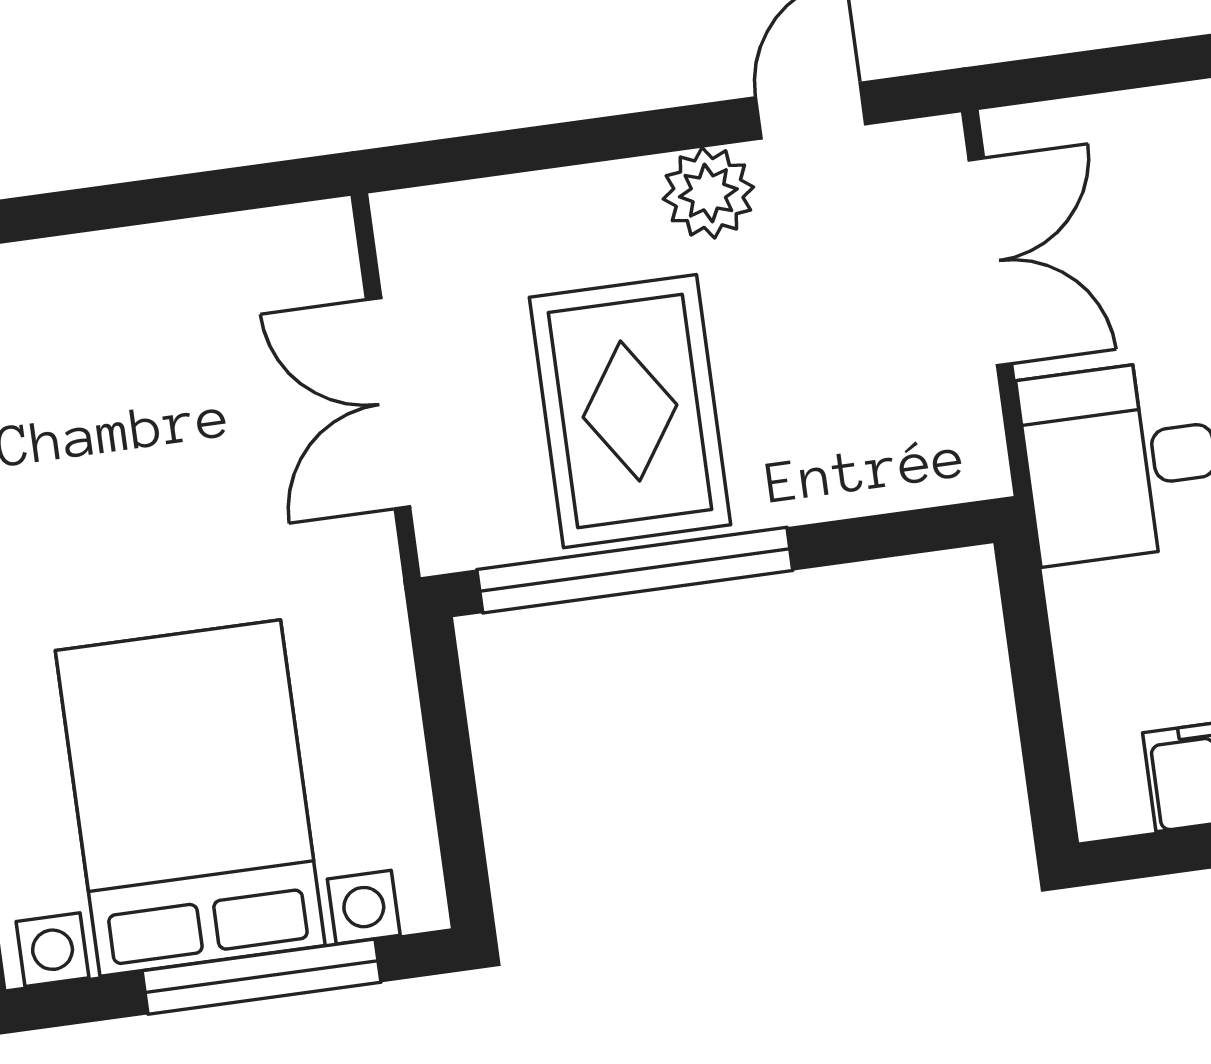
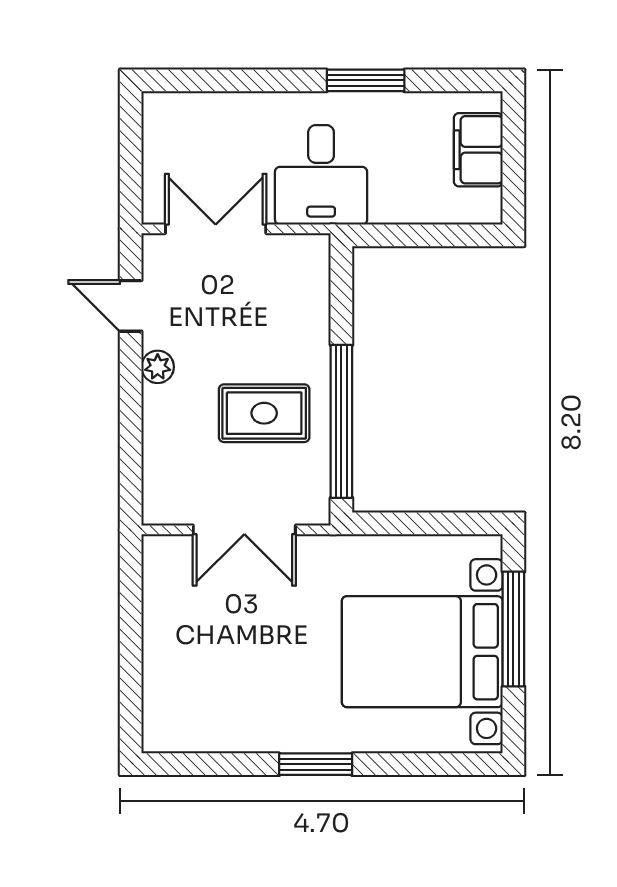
plant: (708, 193) -> (158, 367), width x0.73, depth x0.73
rug: (630, 411) -> (264, 413), width x0.73, depth x0.70

